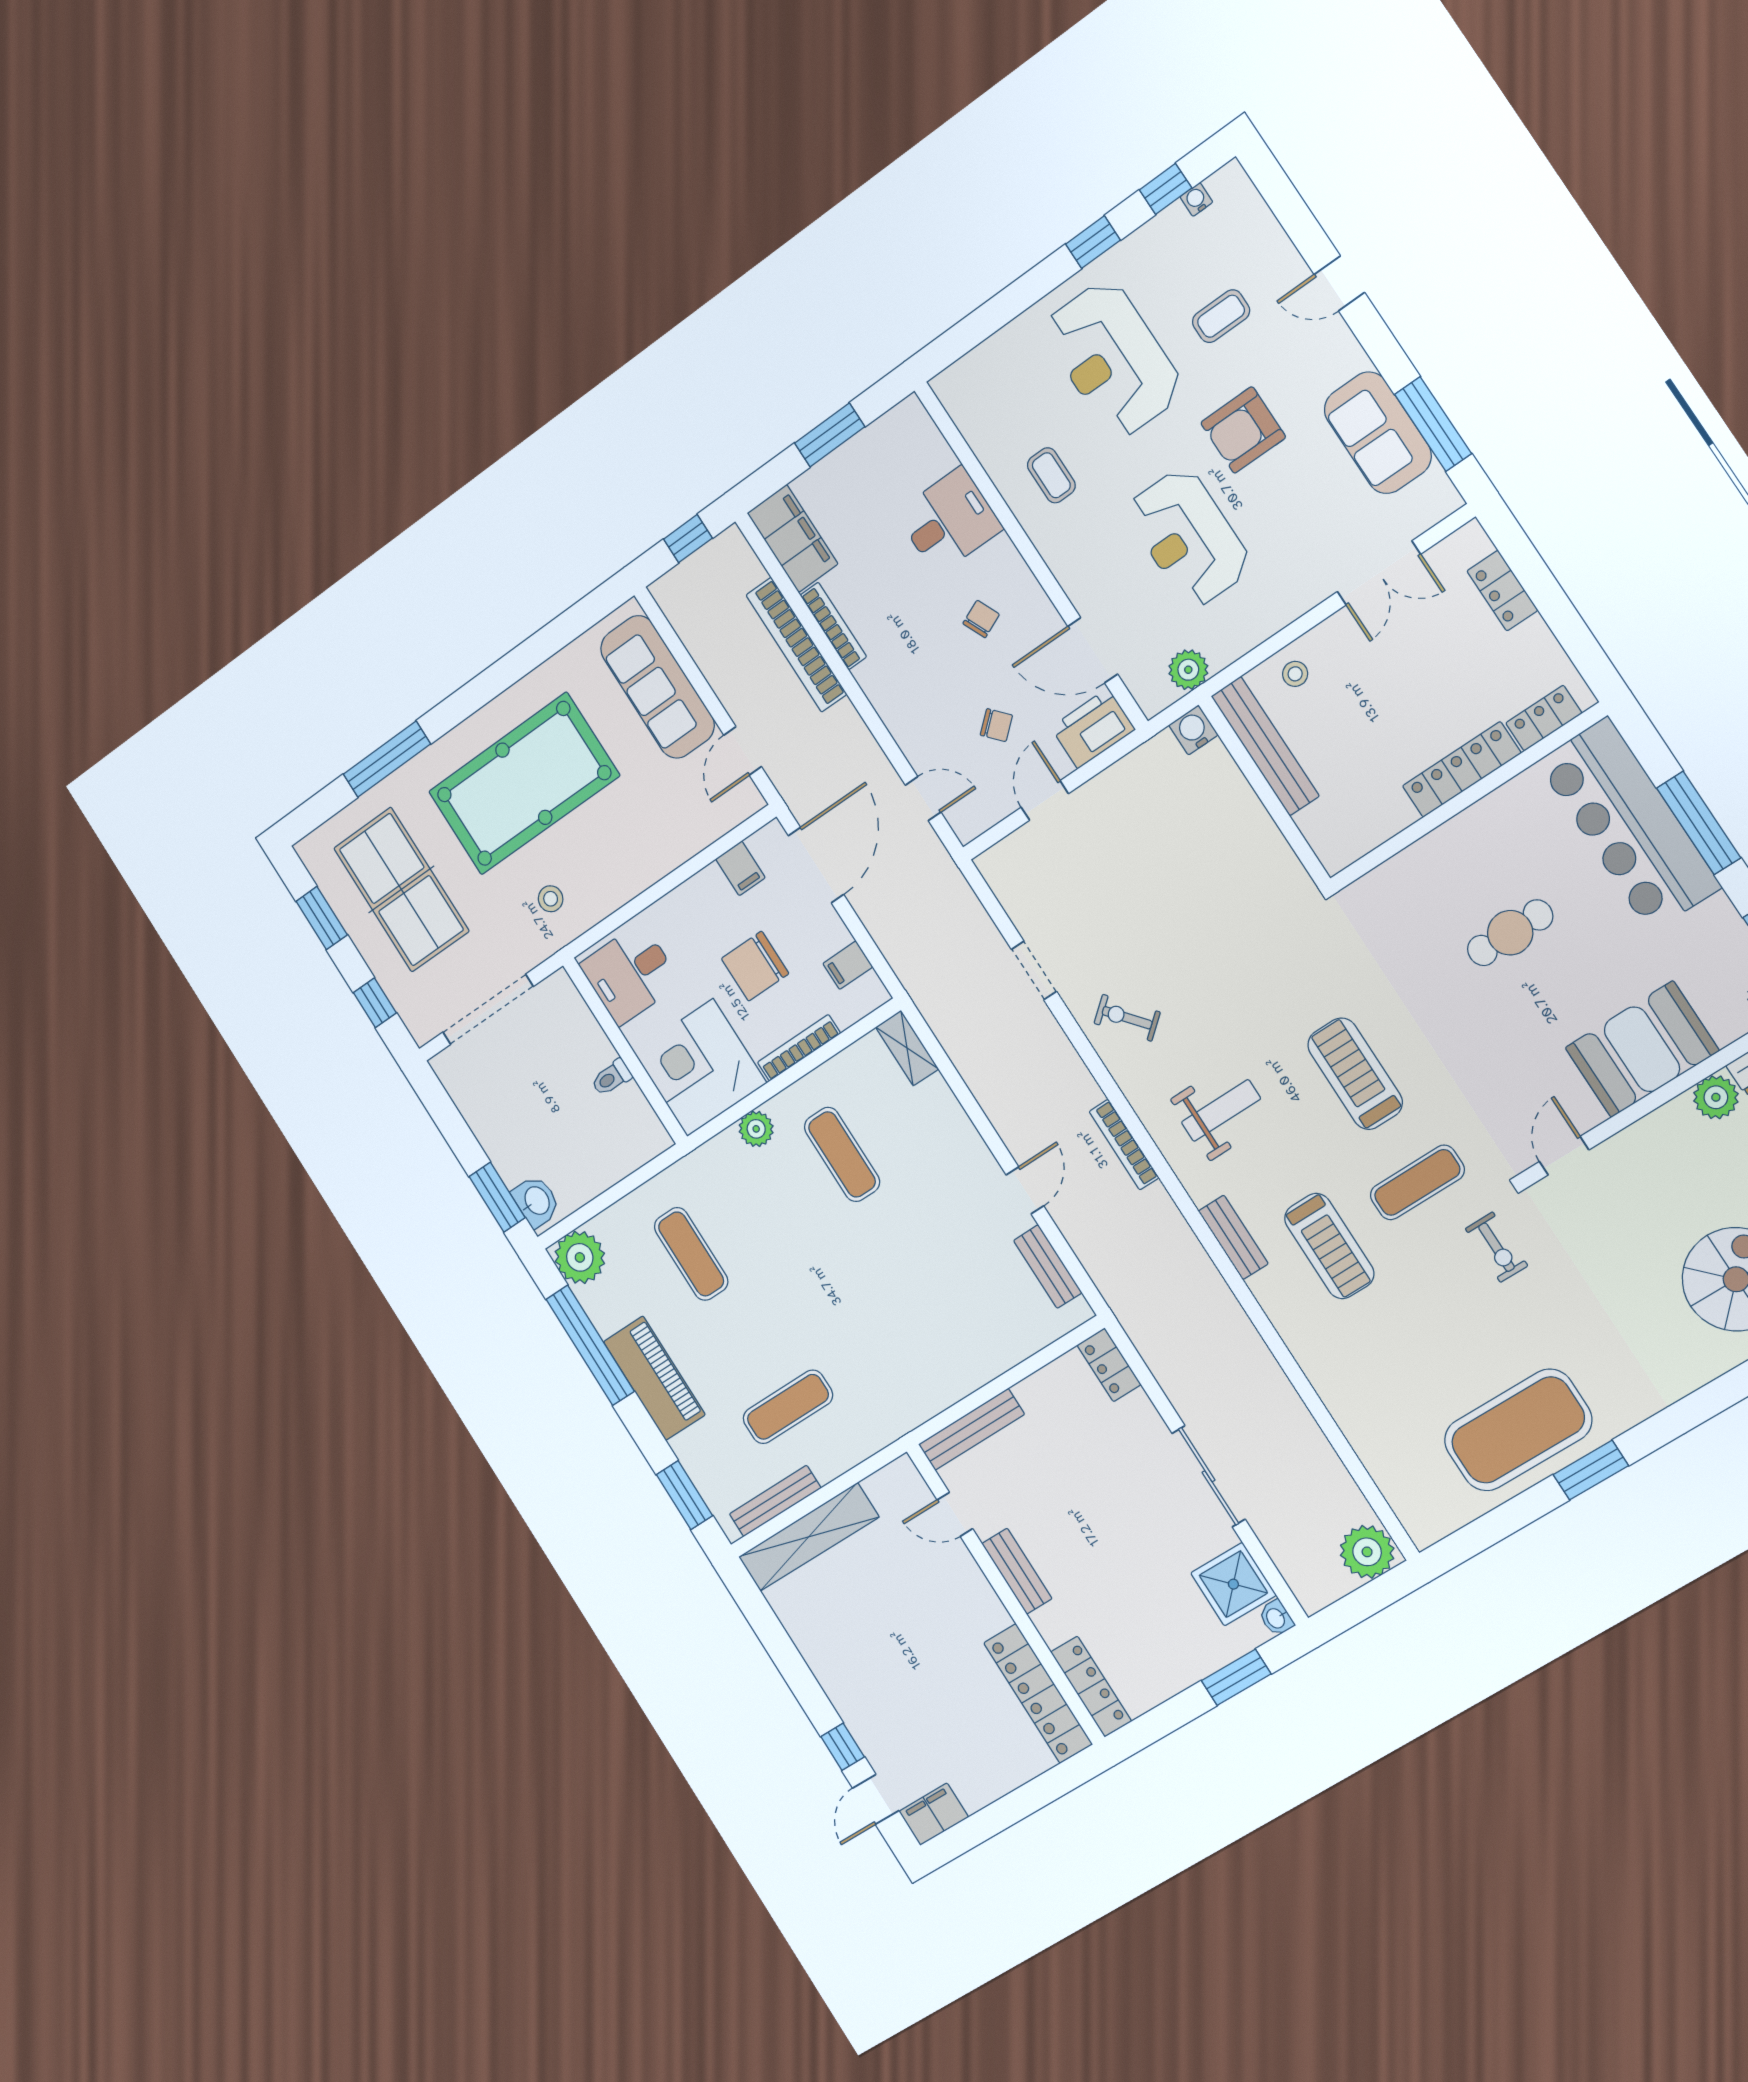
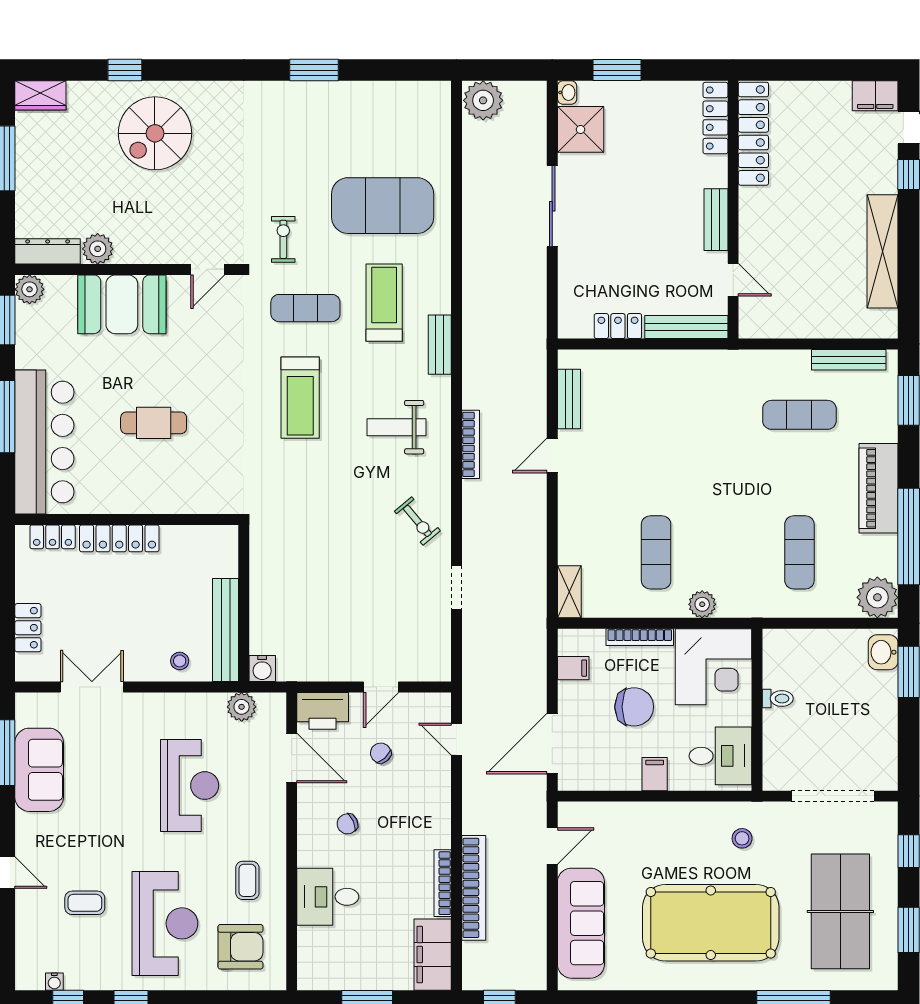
armchair: (1243, 430) -> (240, 947), moved
filing cabinet: (740, 868) -> (655, 774), moved
locker: (1109, 1365) -> (618, 326), moved, turned -90
exercise mat: (1518, 1430) -> (383, 206), moved
shelving: (809, 1537) -> (883, 251), moved, turned 90

